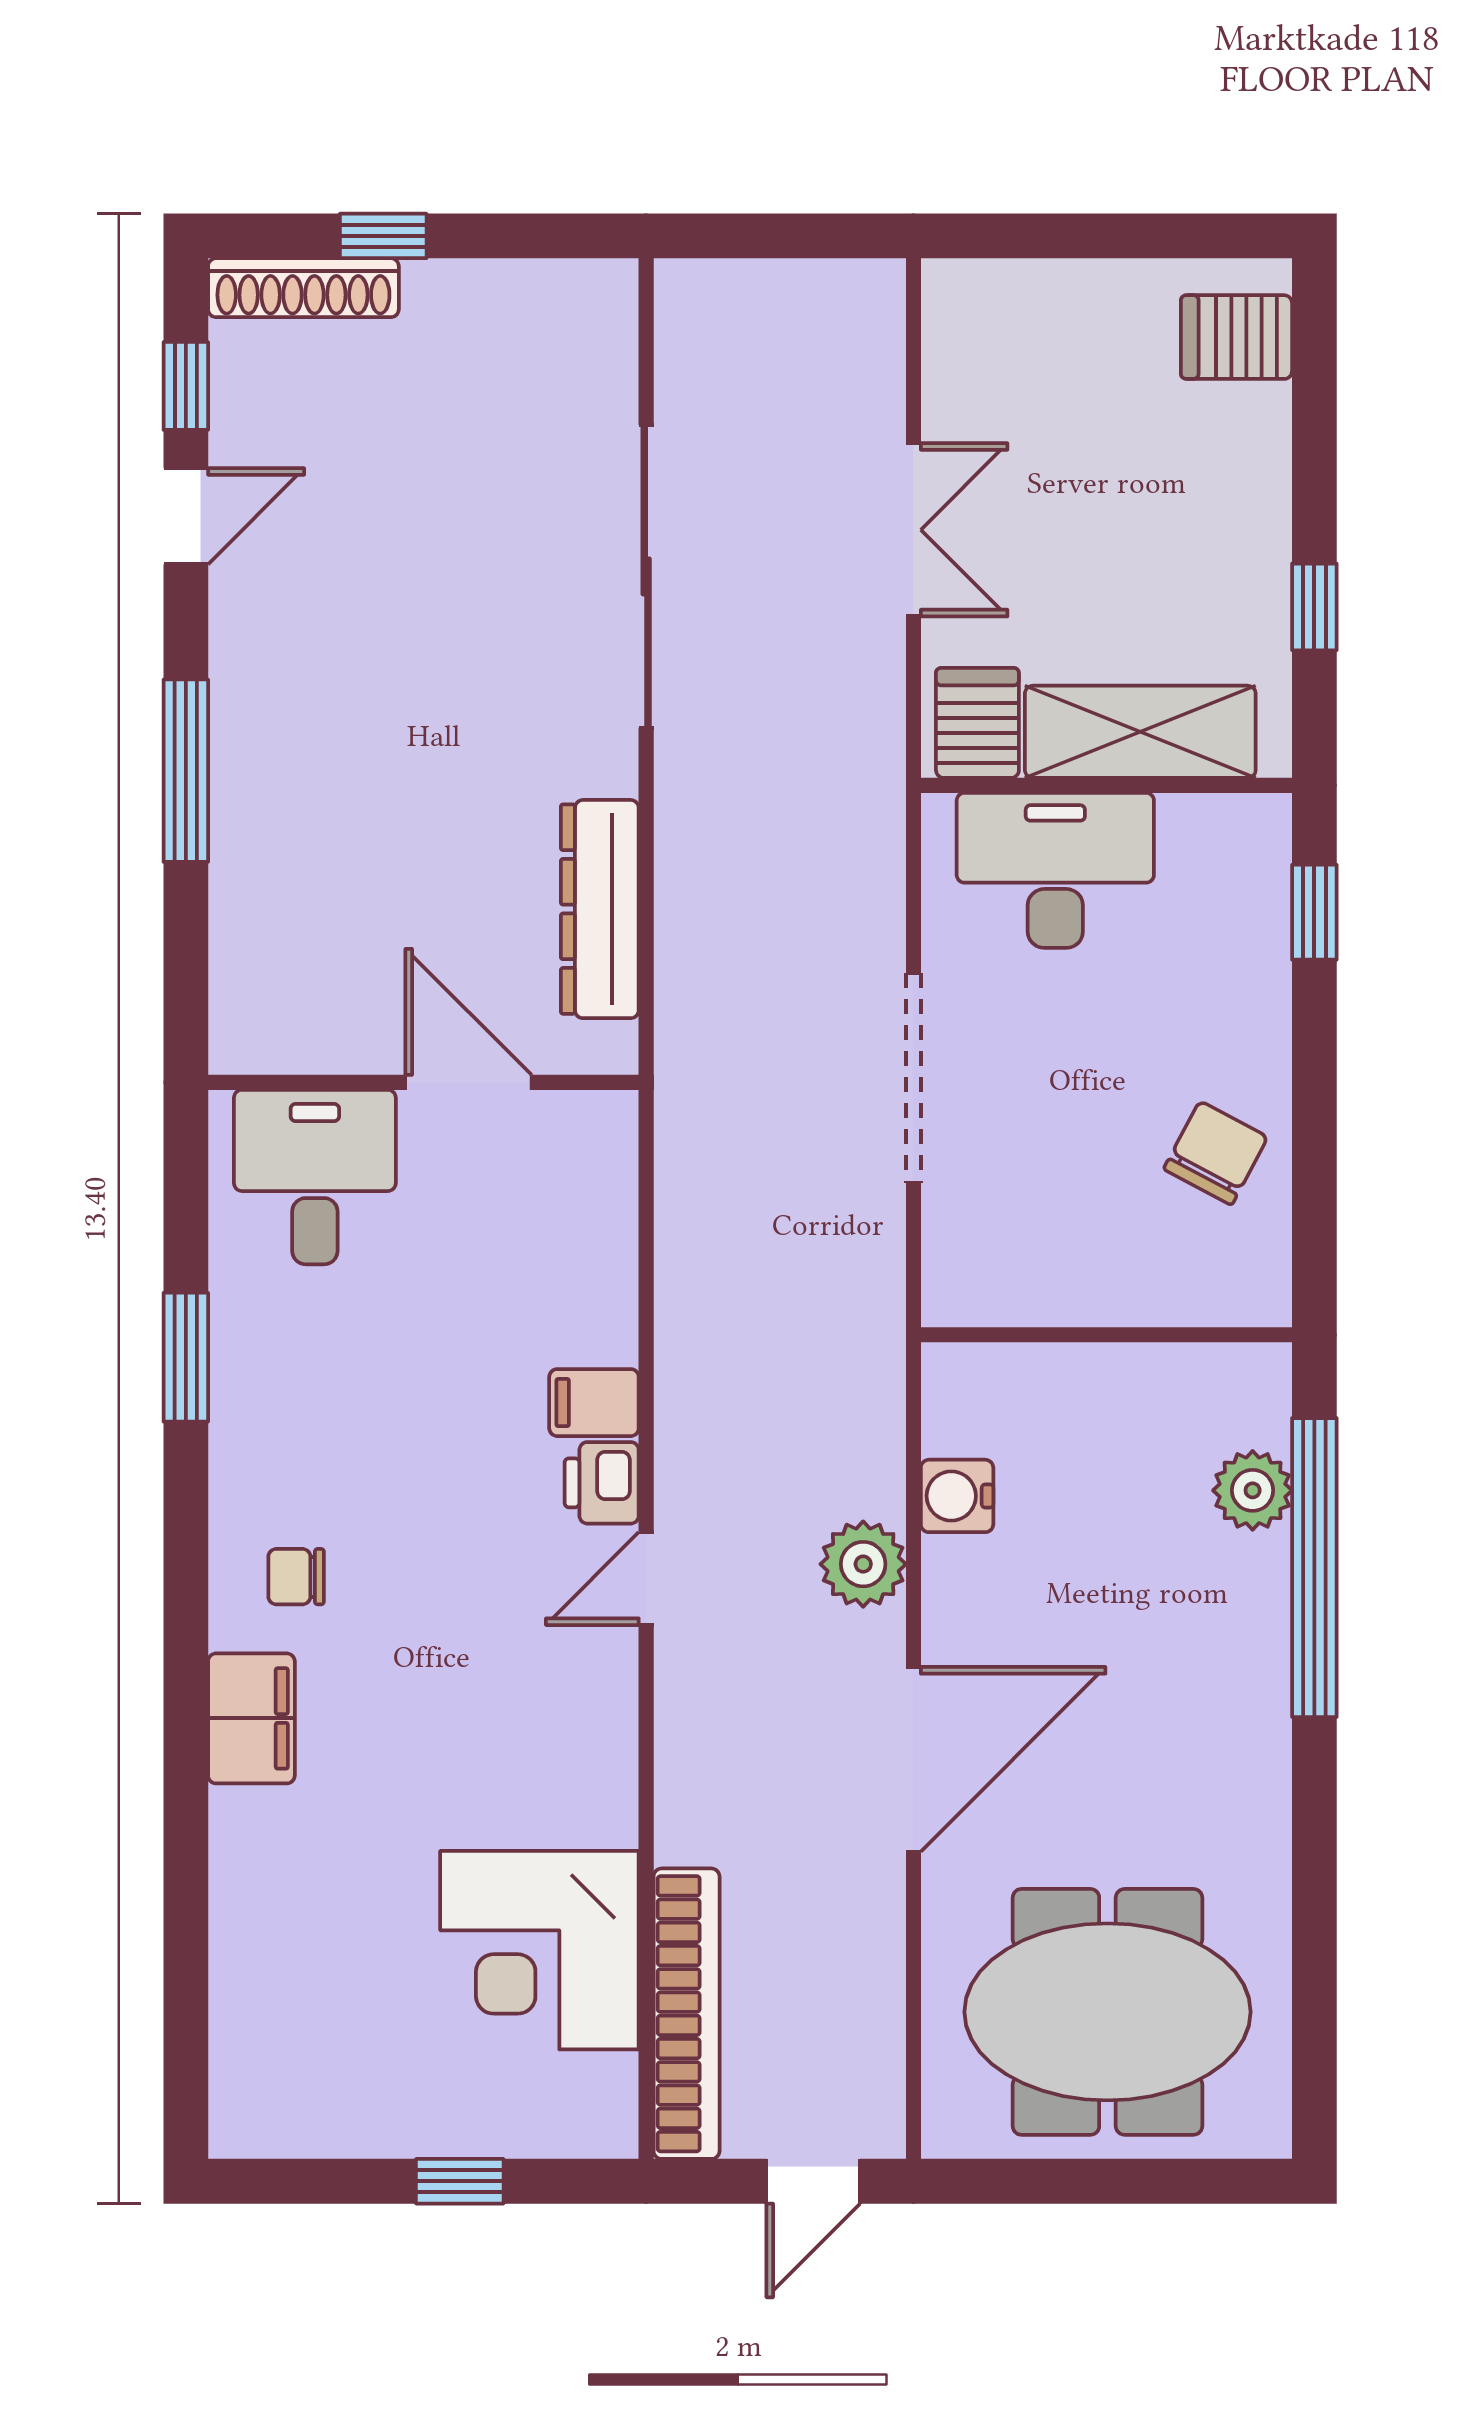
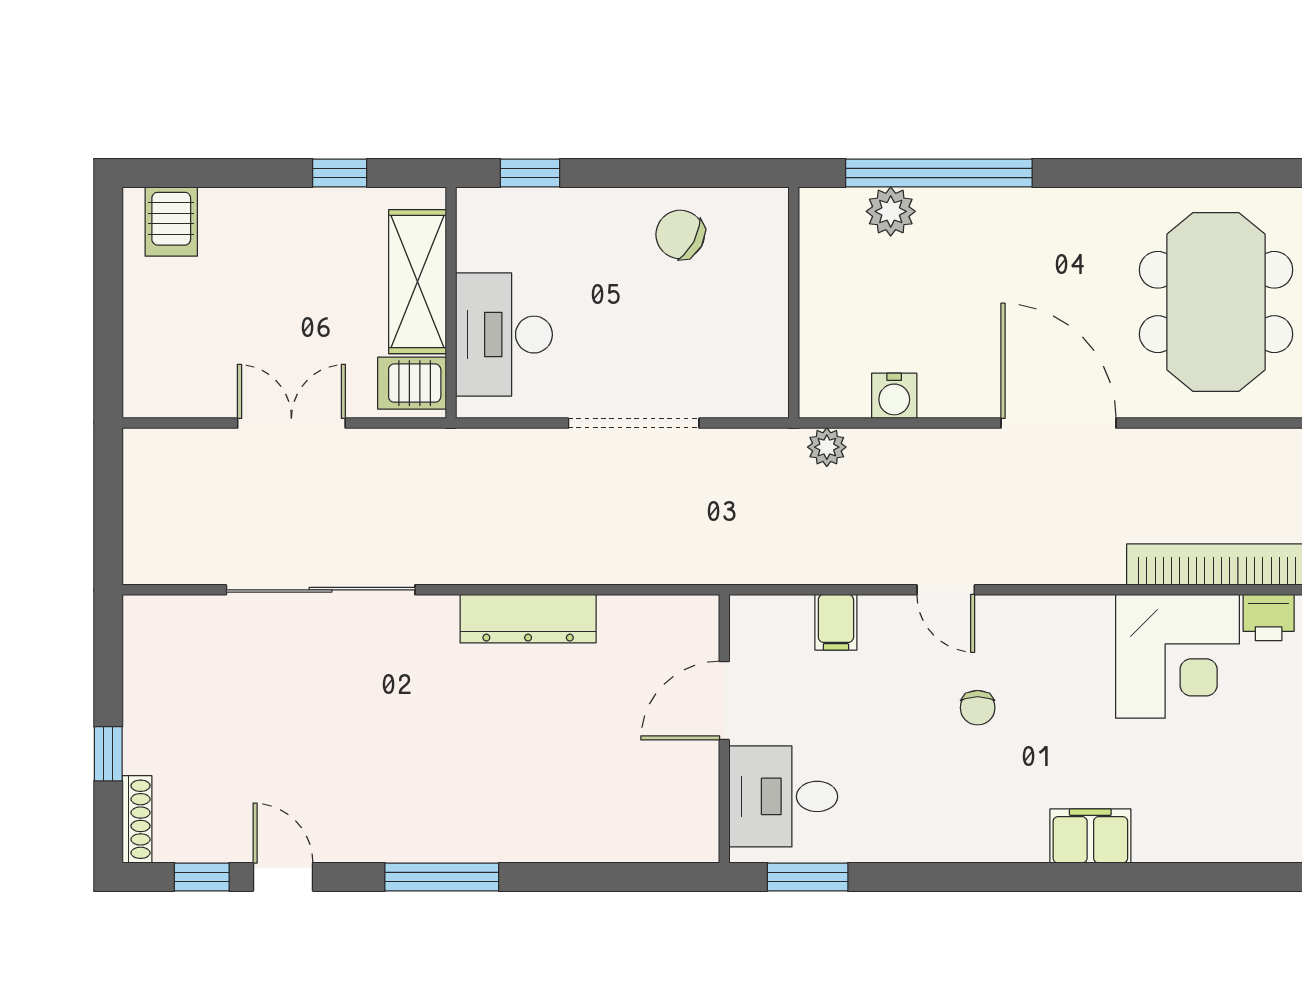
shoe rack: (303, 288) -> (137, 819), width x0.74, depth x0.81
wall: (423, 1082) -> (724, 729), moved
door: (469, 1082) -> (724, 701), moved
desk: (315, 1177) -> (783, 796), moved
printer: (602, 1483) -> (1269, 618), moved
plant: (863, 1564) -> (827, 447), moved, width x0.73, depth x0.73
chair: (296, 1577) -> (978, 708), moved
filing cabinet: (251, 1718) -> (1090, 836), moved

